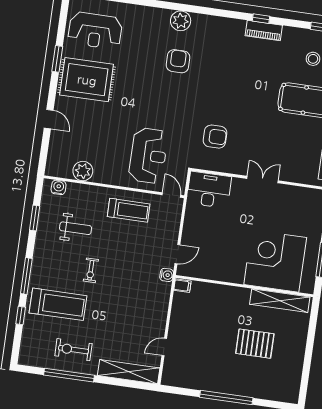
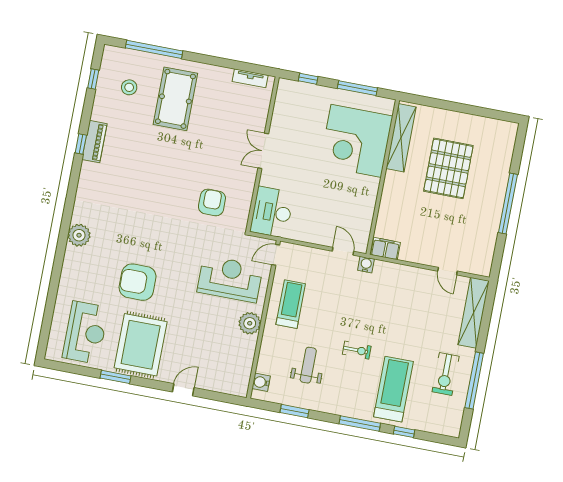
armchair: (178, 61) -> (138, 282), moved, width x1.36, depth x1.36
plant: (83, 171) -> (250, 323), moved
filing cabinet: (182, 286) -> (386, 249), width x2.00
pallet: (255, 344) -> (448, 168), width x1.37, depth x1.41

